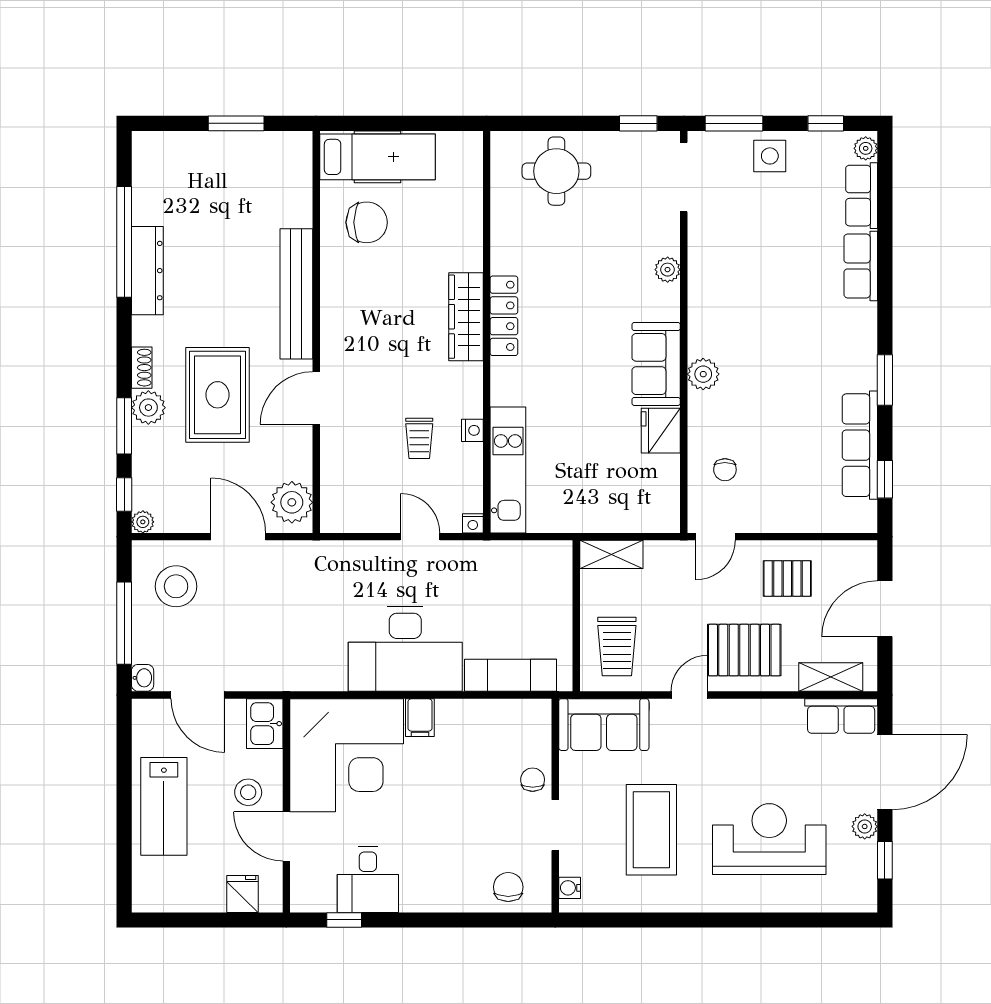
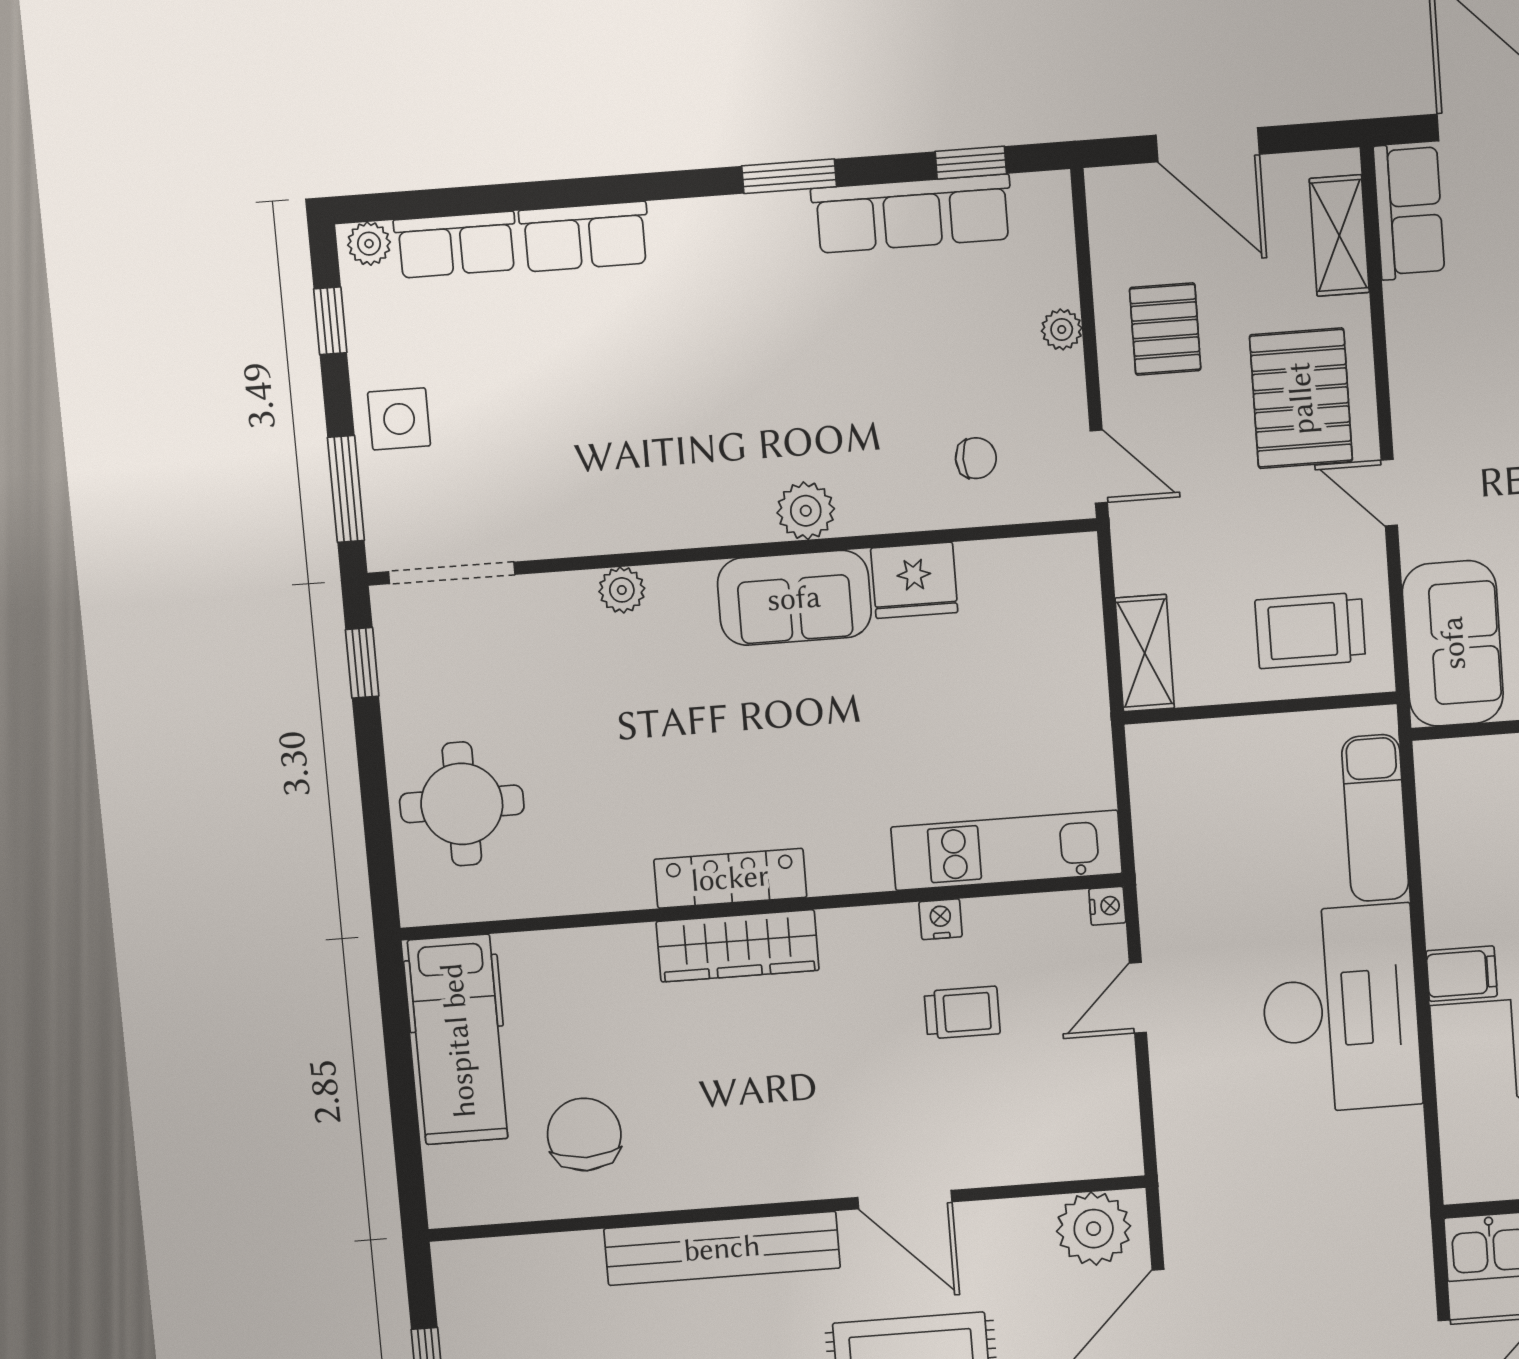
hospital bed: (377, 157) -> (458, 1040), moved, turned 180
plant: (791, 522) -> (1062, 329), added
trolley: (617, 646) -> (1310, 630), turned 180

